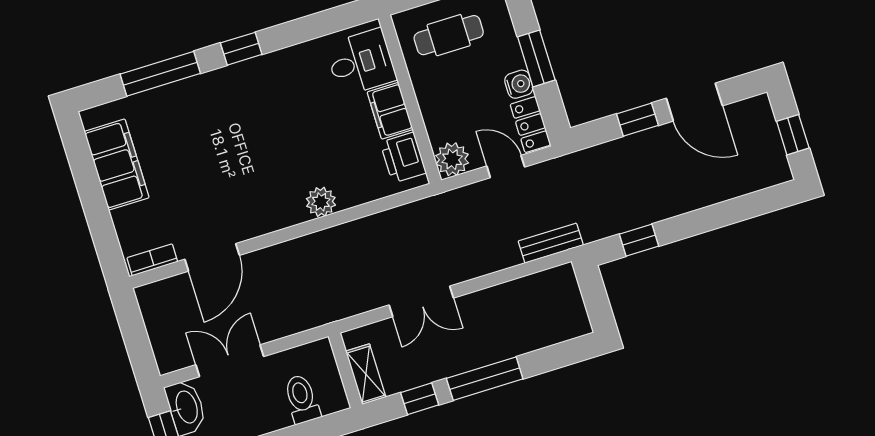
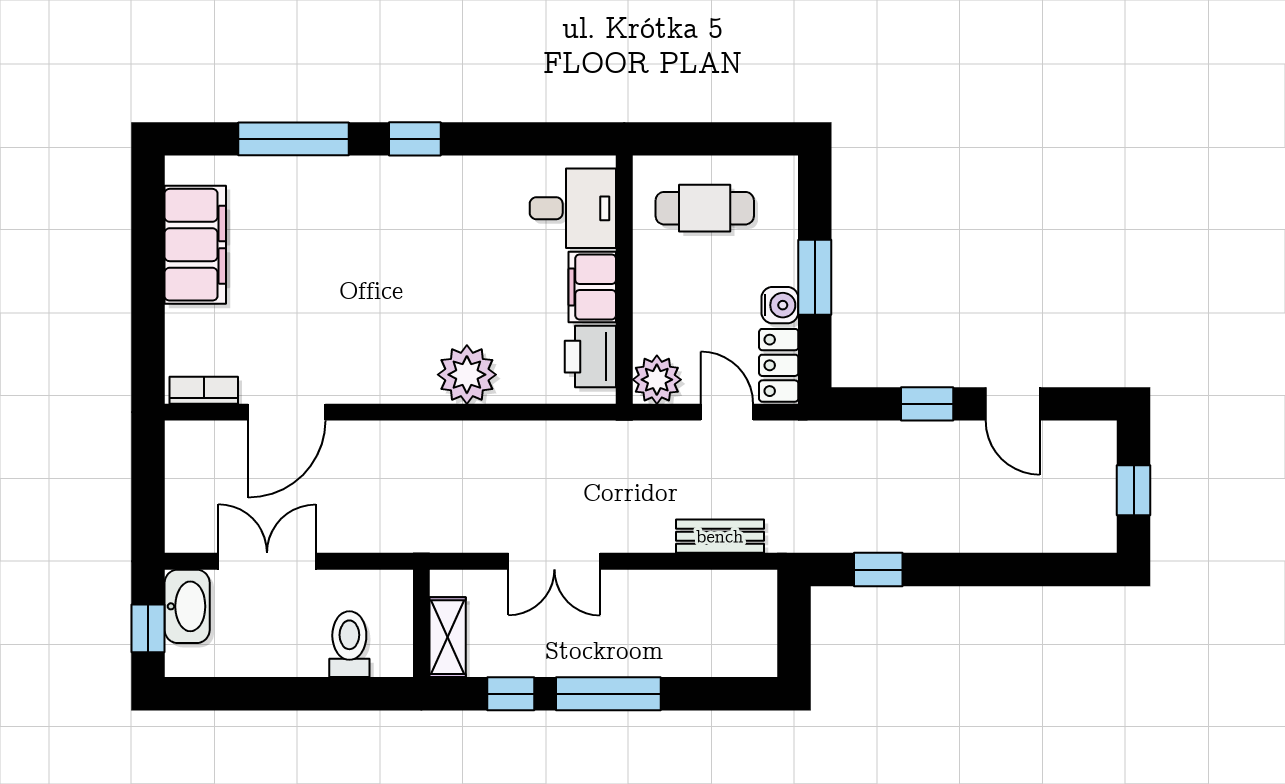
door: (694, 102) -> (1013, 404), width x0.73
plant: (321, 202) -> (467, 375), width x1.36, depth x1.36
bench: (551, 243) -> (720, 536), moved

